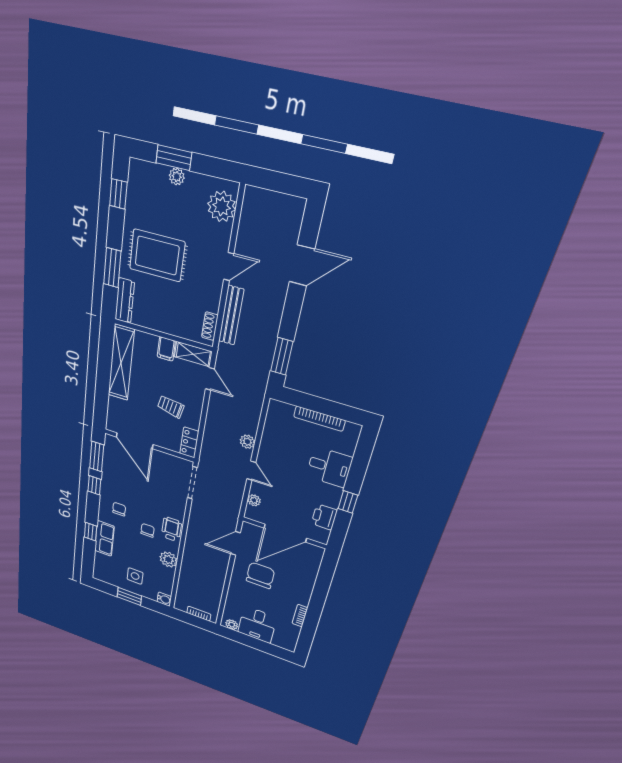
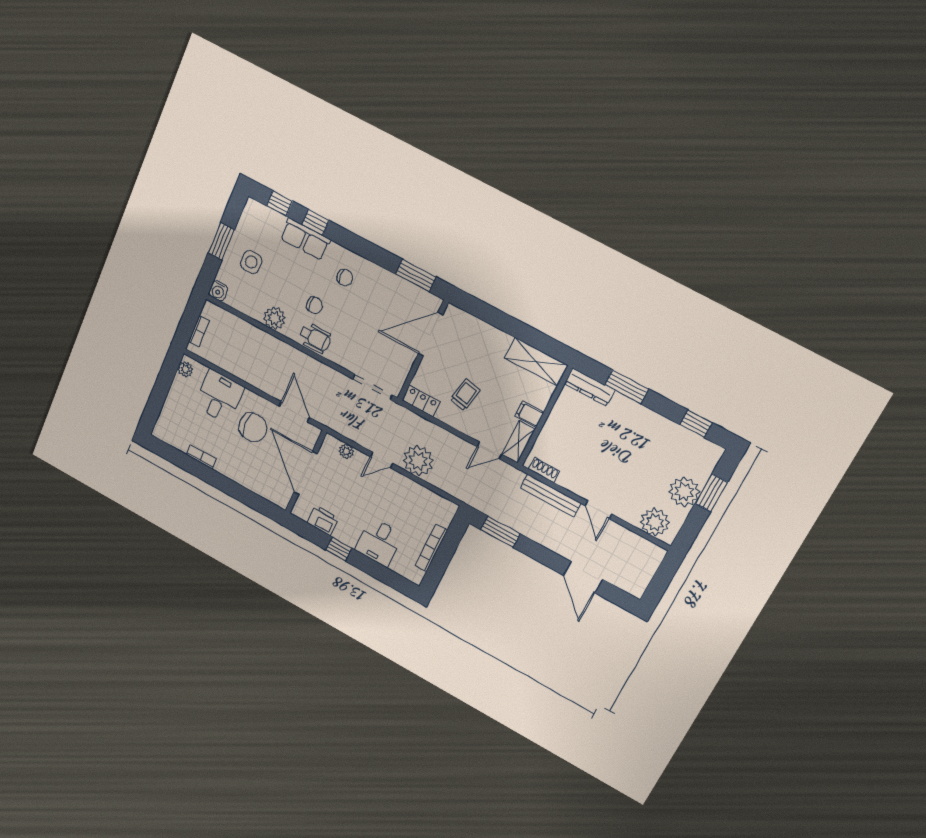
plant: (177, 177) -> (684, 492), width x1.88, depth x1.88
rug: (157, 256) -> (627, 441), removed
shelving: (121, 363) -> (536, 362), width x0.68
plant: (247, 442) -> (418, 461), width x1.88, depth x1.88
window: (94, 485) -> (280, 203), moved
desk: (257, 625) -> (219, 397), moved, turned 90

